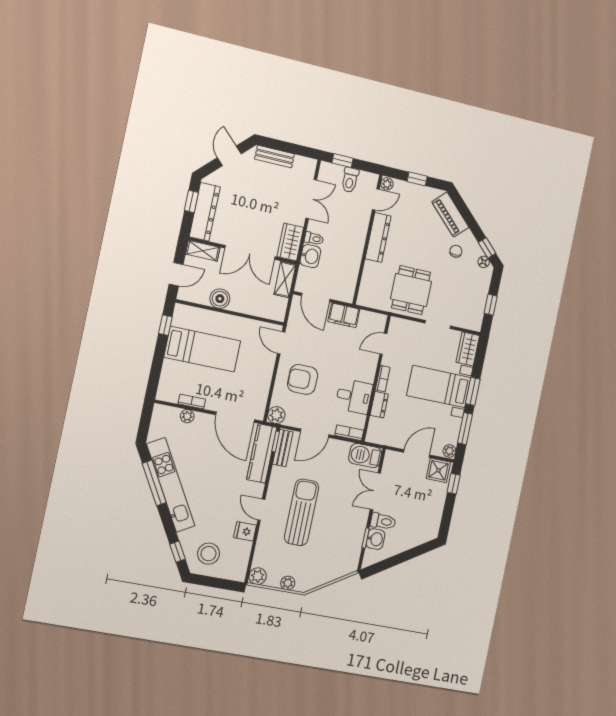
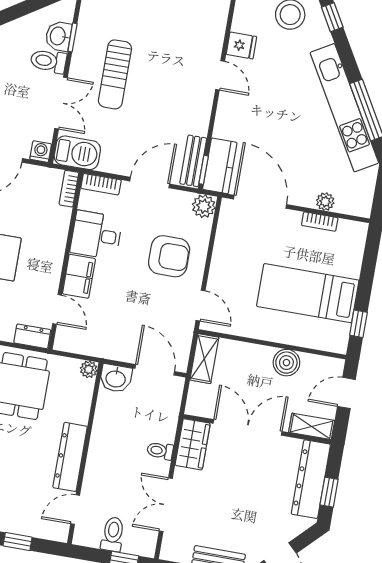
plant: (387, 184) -> (89, 369), moved
washbasin: (310, 256) -> (116, 378), moved, turned -90
shelving: (285, 279) -> (204, 359), moved
filing cabinet: (344, 315) -> (79, 276), moved, turned 90
door: (383, 344) -> (57, 309), hinge flipped
bookcase: (383, 379) -> (69, 189), moved
dresser: (379, 405) -> (32, 336), moved, turned 90
kitchen counter: (262, 453) -> (220, 166), width x0.67
washing machine: (391, 457) -> (41, 152), added
sun lounger: (302, 512) -> (115, 74), moved, width x0.73, depth x0.75

